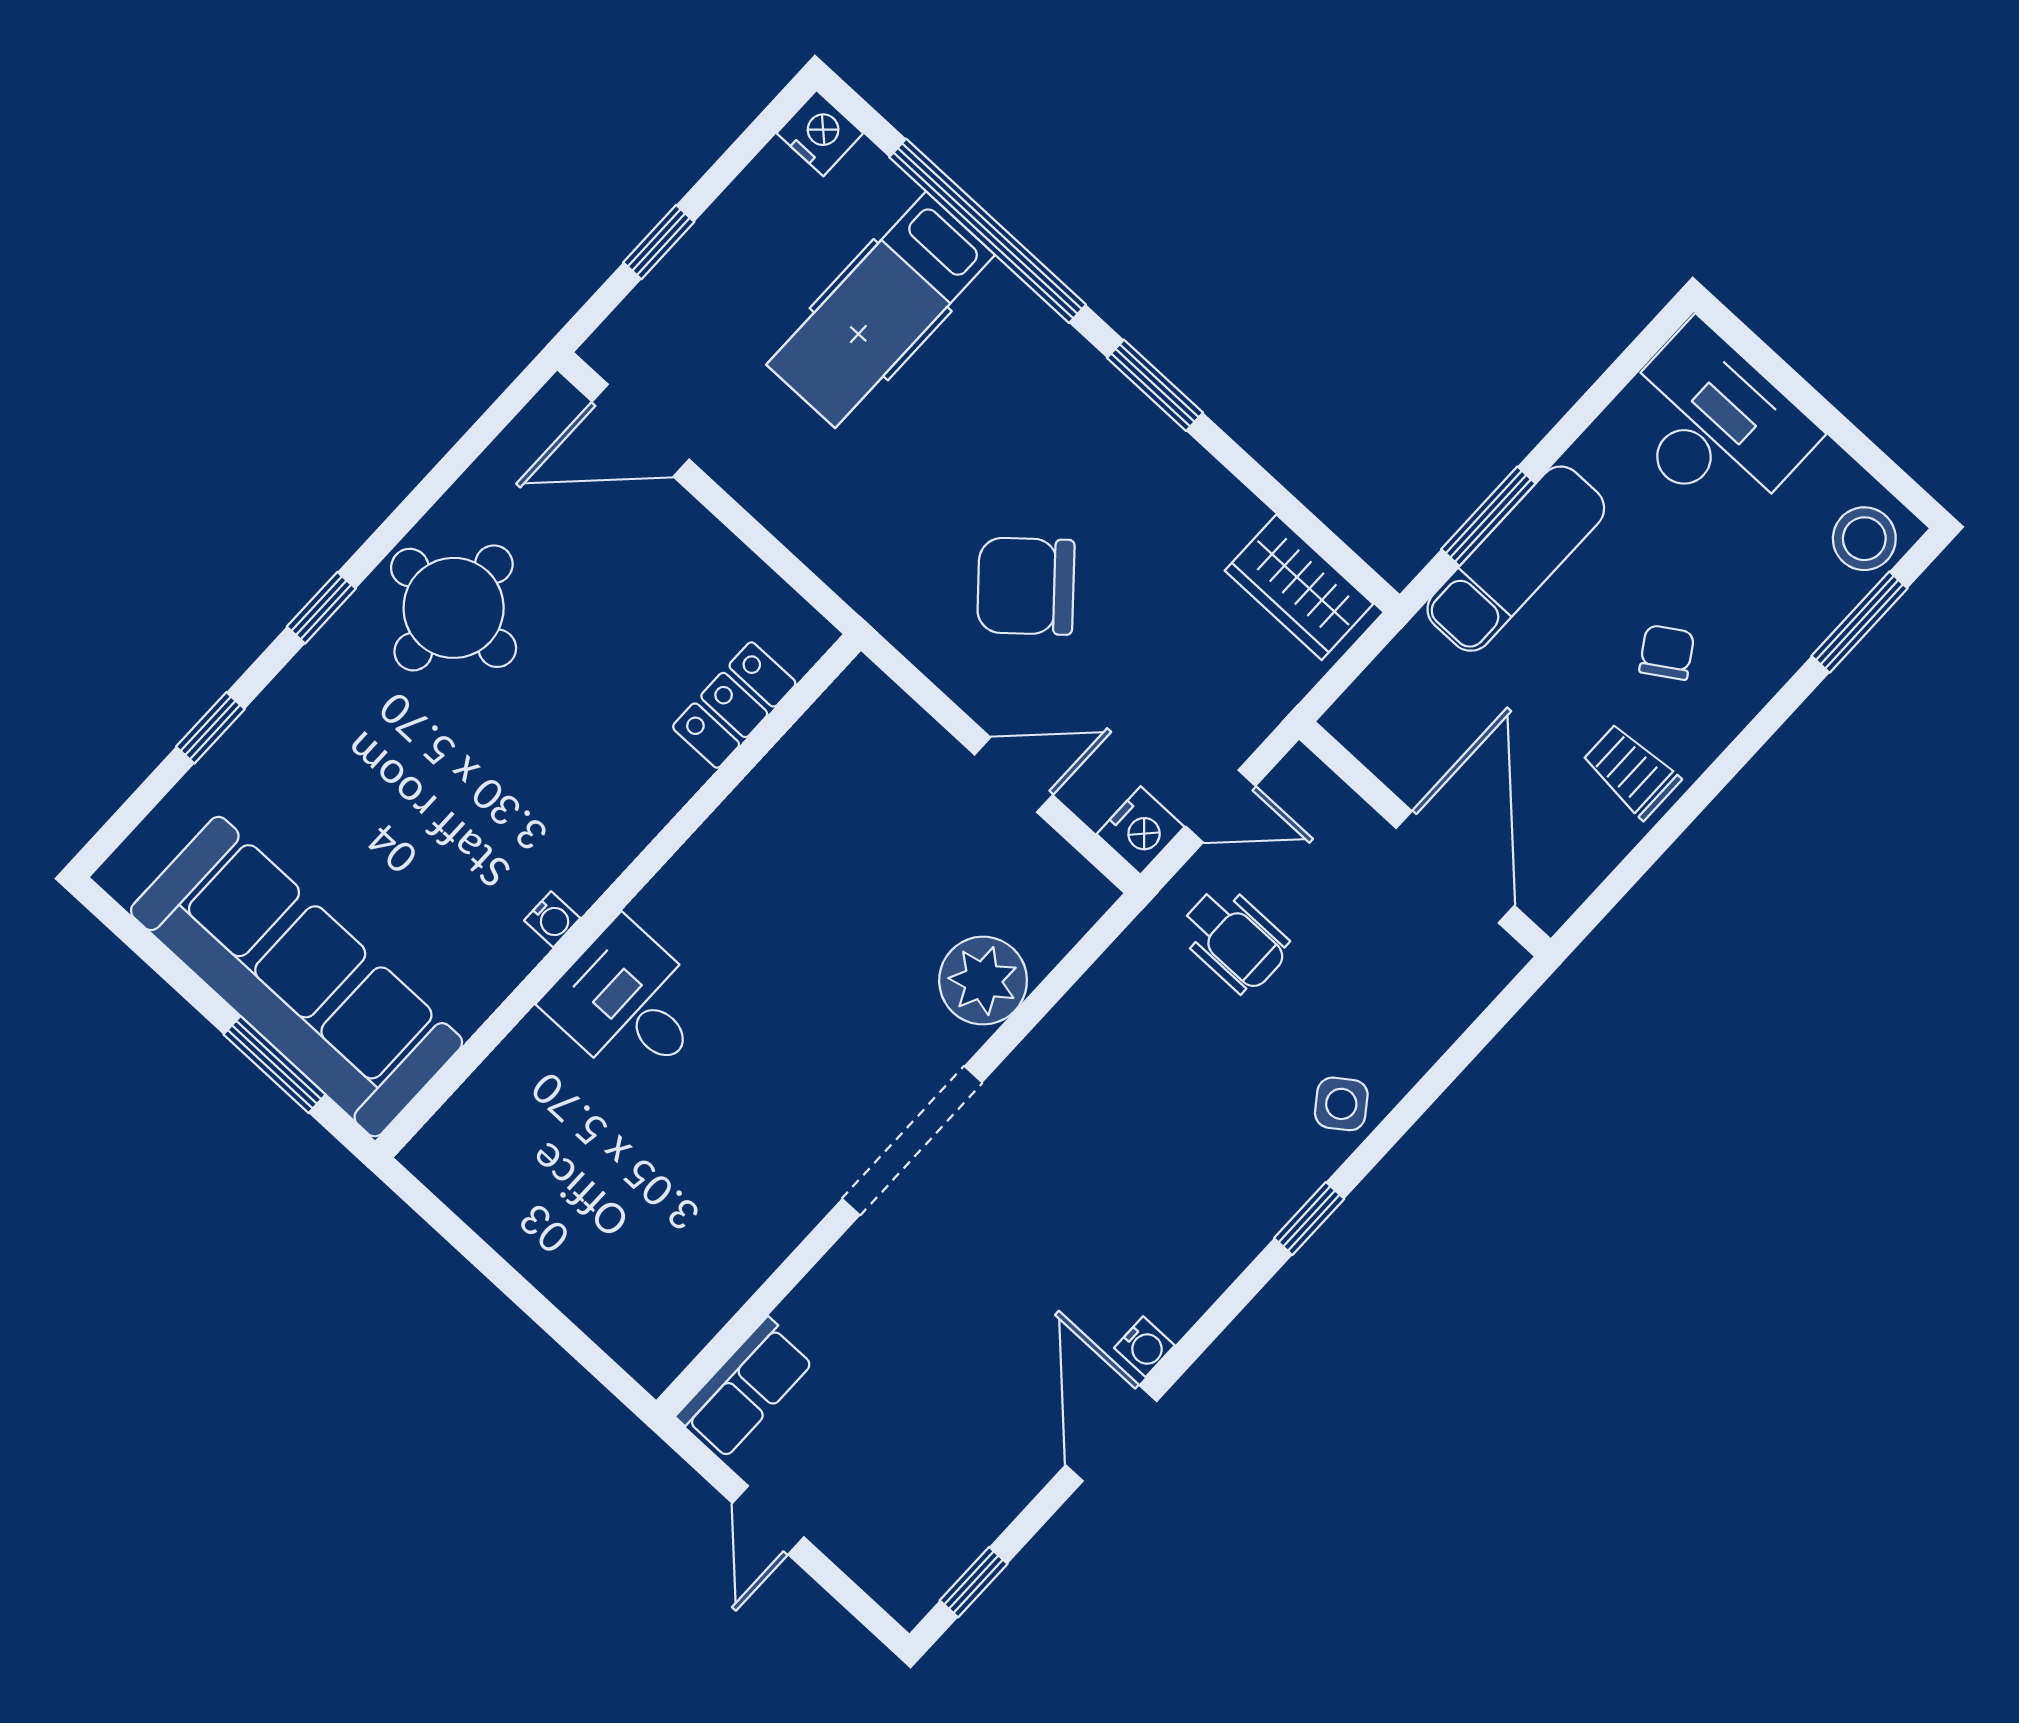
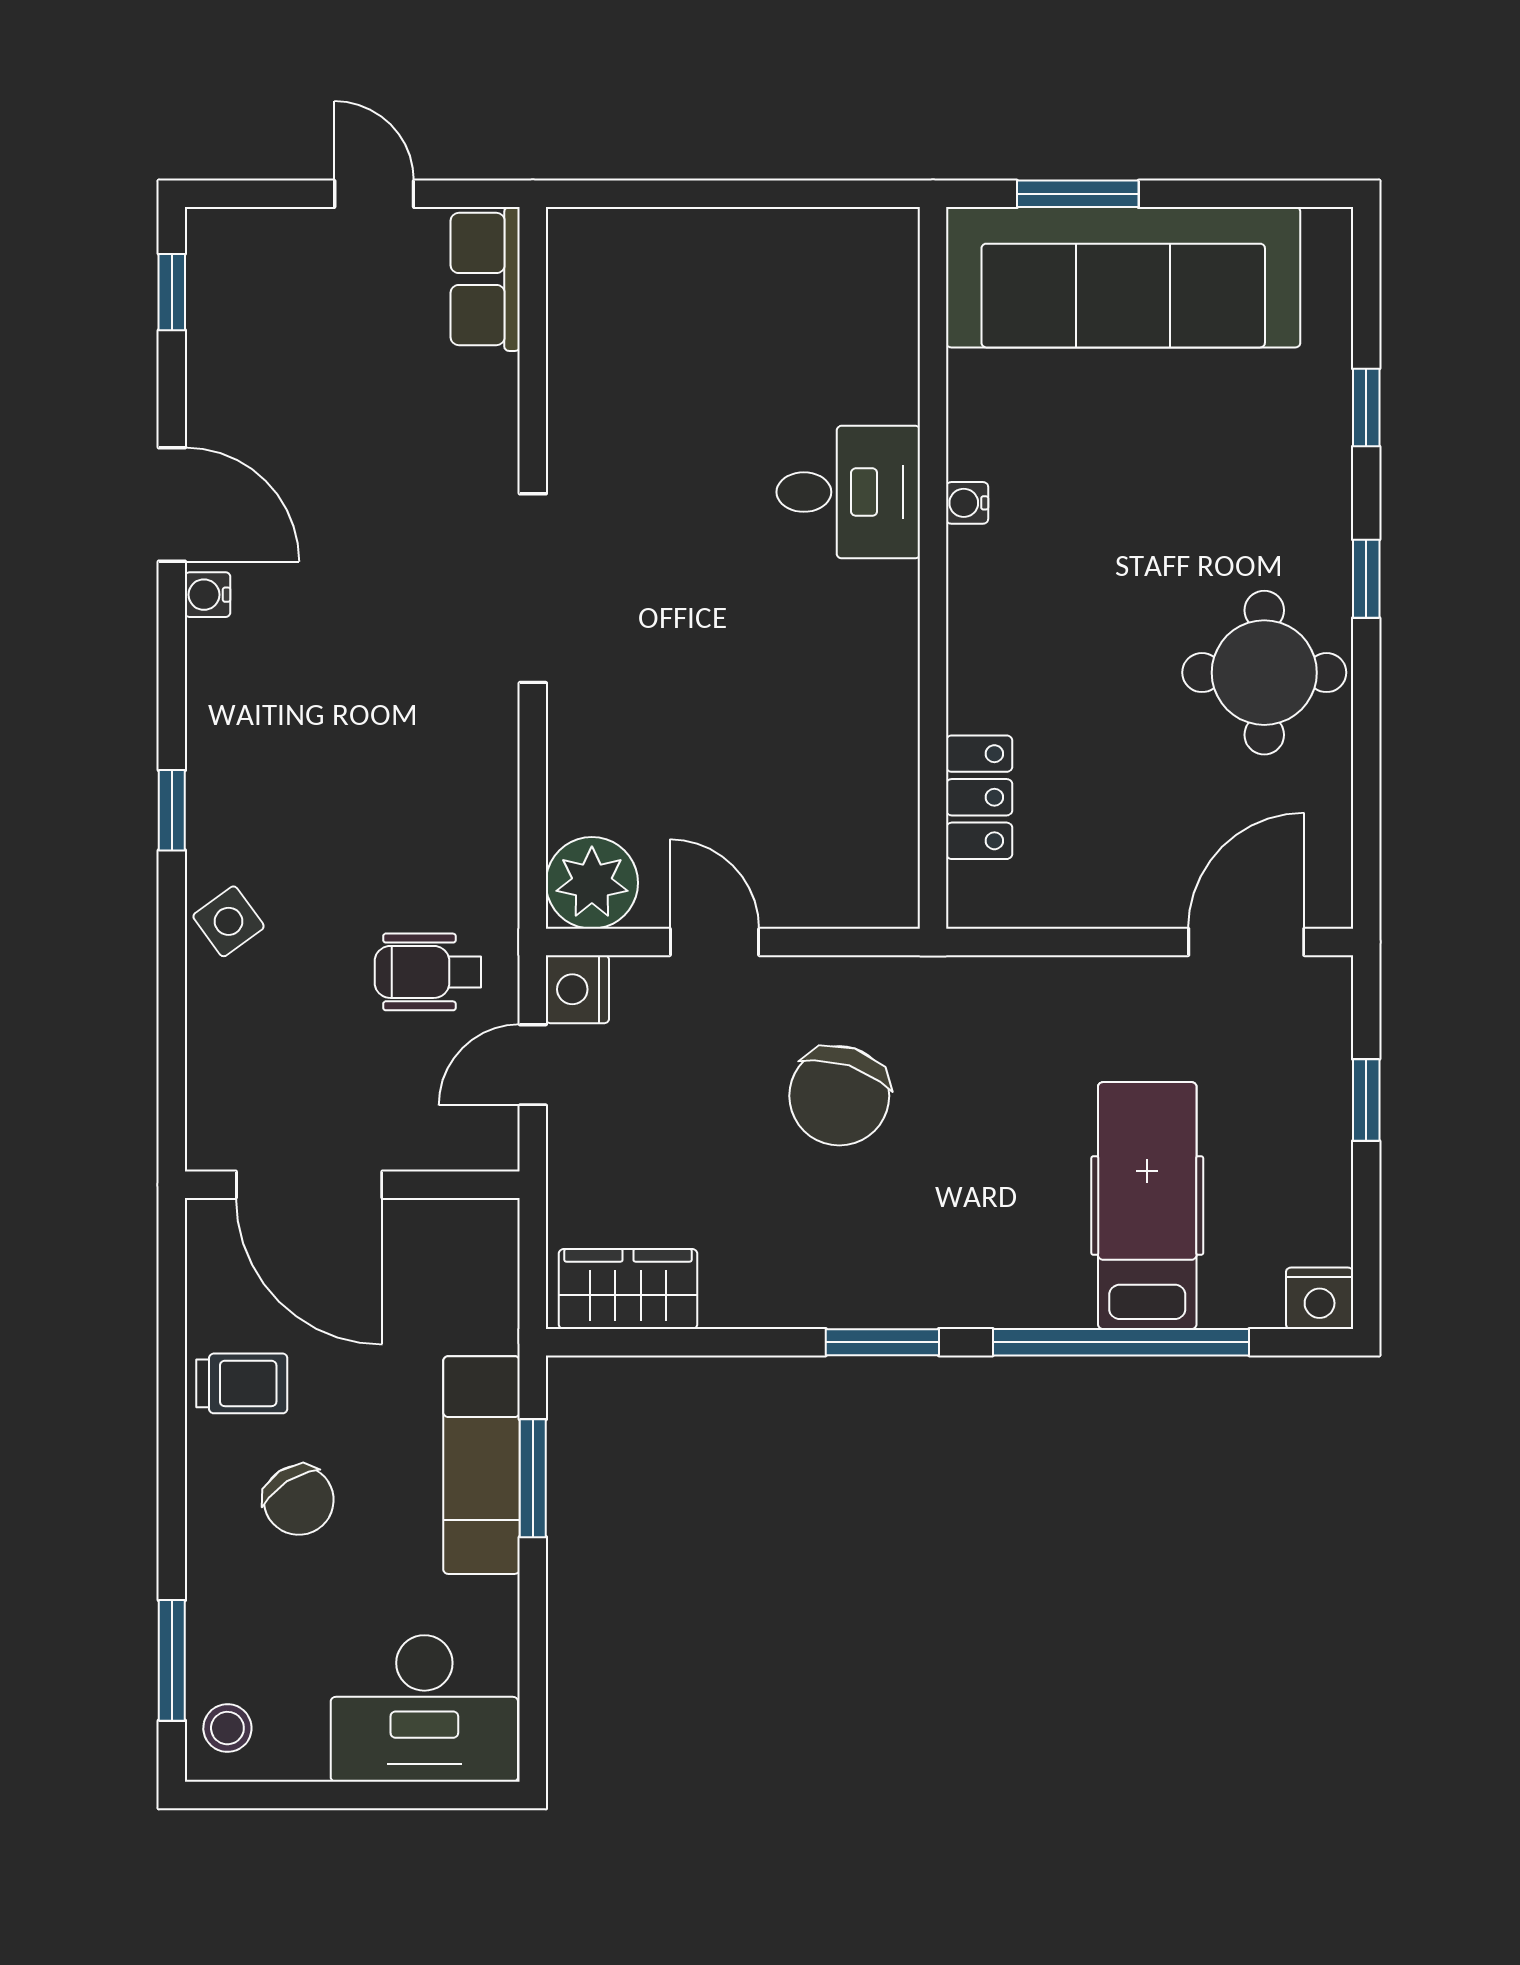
stool: (1864, 539) -> (227, 1728), width x0.73, depth x0.73
chair: (1026, 586) -> (839, 1096), turned 149
chair: (1667, 652) -> (299, 1500), width x1.37, depth x1.37
door: (1014, 775) -> (714, 942), swing flipped
plant: (983, 981) -> (592, 883), moved

